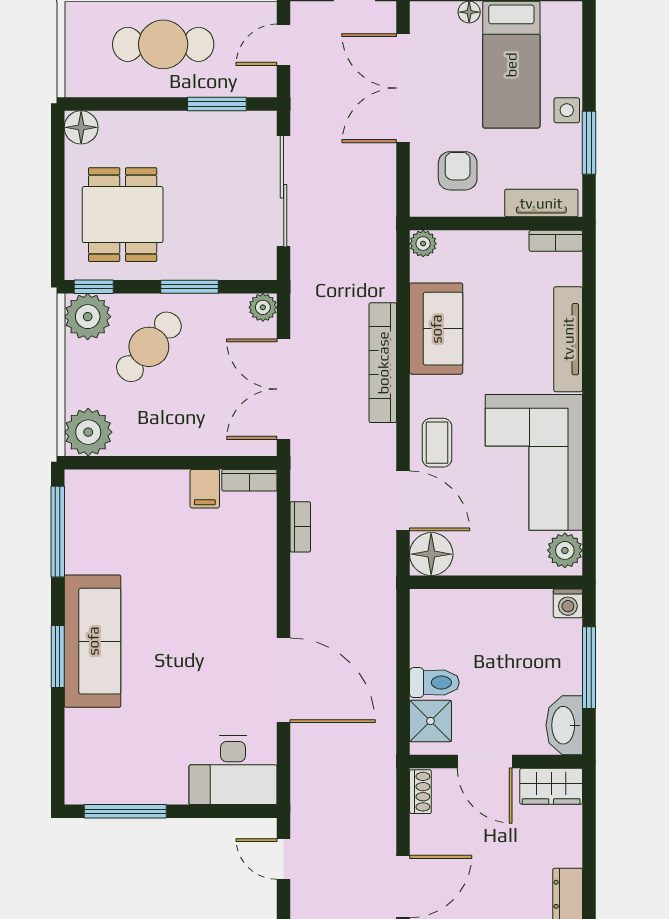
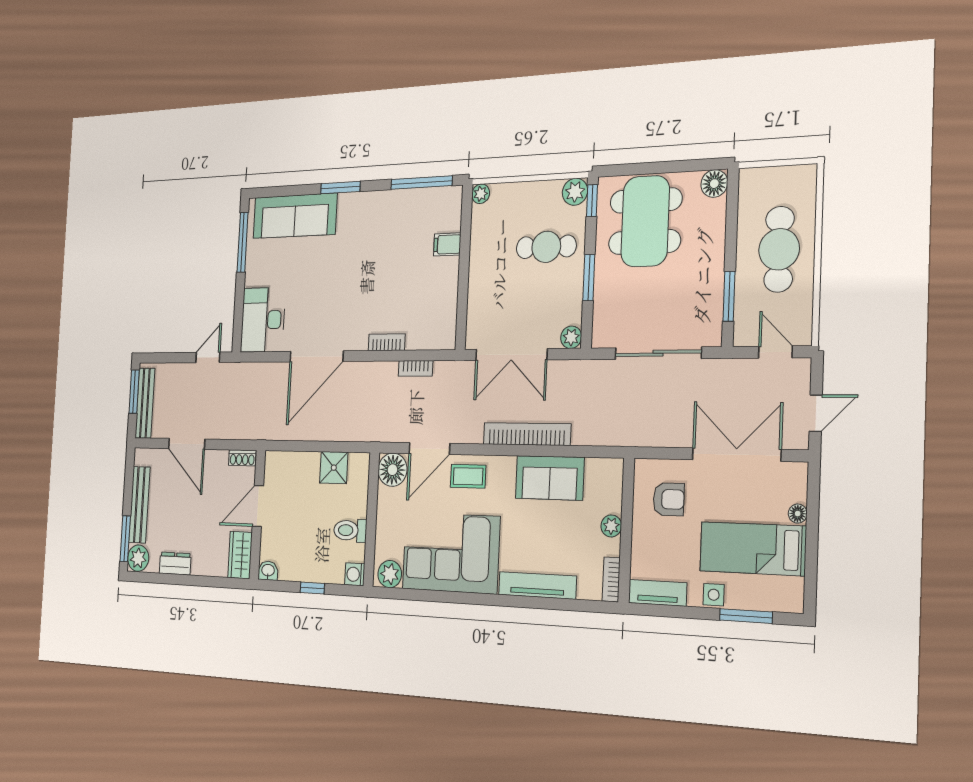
window: (589, 143) -> (746, 616), moved
tv unit: (541, 203) -> (658, 593), moved, turned -90
dining table: (123, 215) -> (645, 221), width x1.38
plant: (423, 244) -> (611, 526), moved
plant: (88, 317) -> (575, 192), width x0.73, depth x0.73
cafe table: (149, 347) -> (546, 247), turned -41
double door: (284, 389) -> (511, 355), swing flipped
plant: (88, 432) -> (481, 194), width x0.53, depth x0.53
bookcase: (249, 480) -> (387, 342), moved, turned 90
filing cabinet: (205, 489) -> (447, 244), moved
sofa: (93, 641) -> (295, 216), moved
window: (589, 668) -> (312, 588), width x0.46
toilet: (434, 683) -> (350, 530), moved, turned 90
shower: (430, 721) -> (334, 468), moved
washbasin: (564, 725) -> (268, 571), width x0.52, depth x0.69

